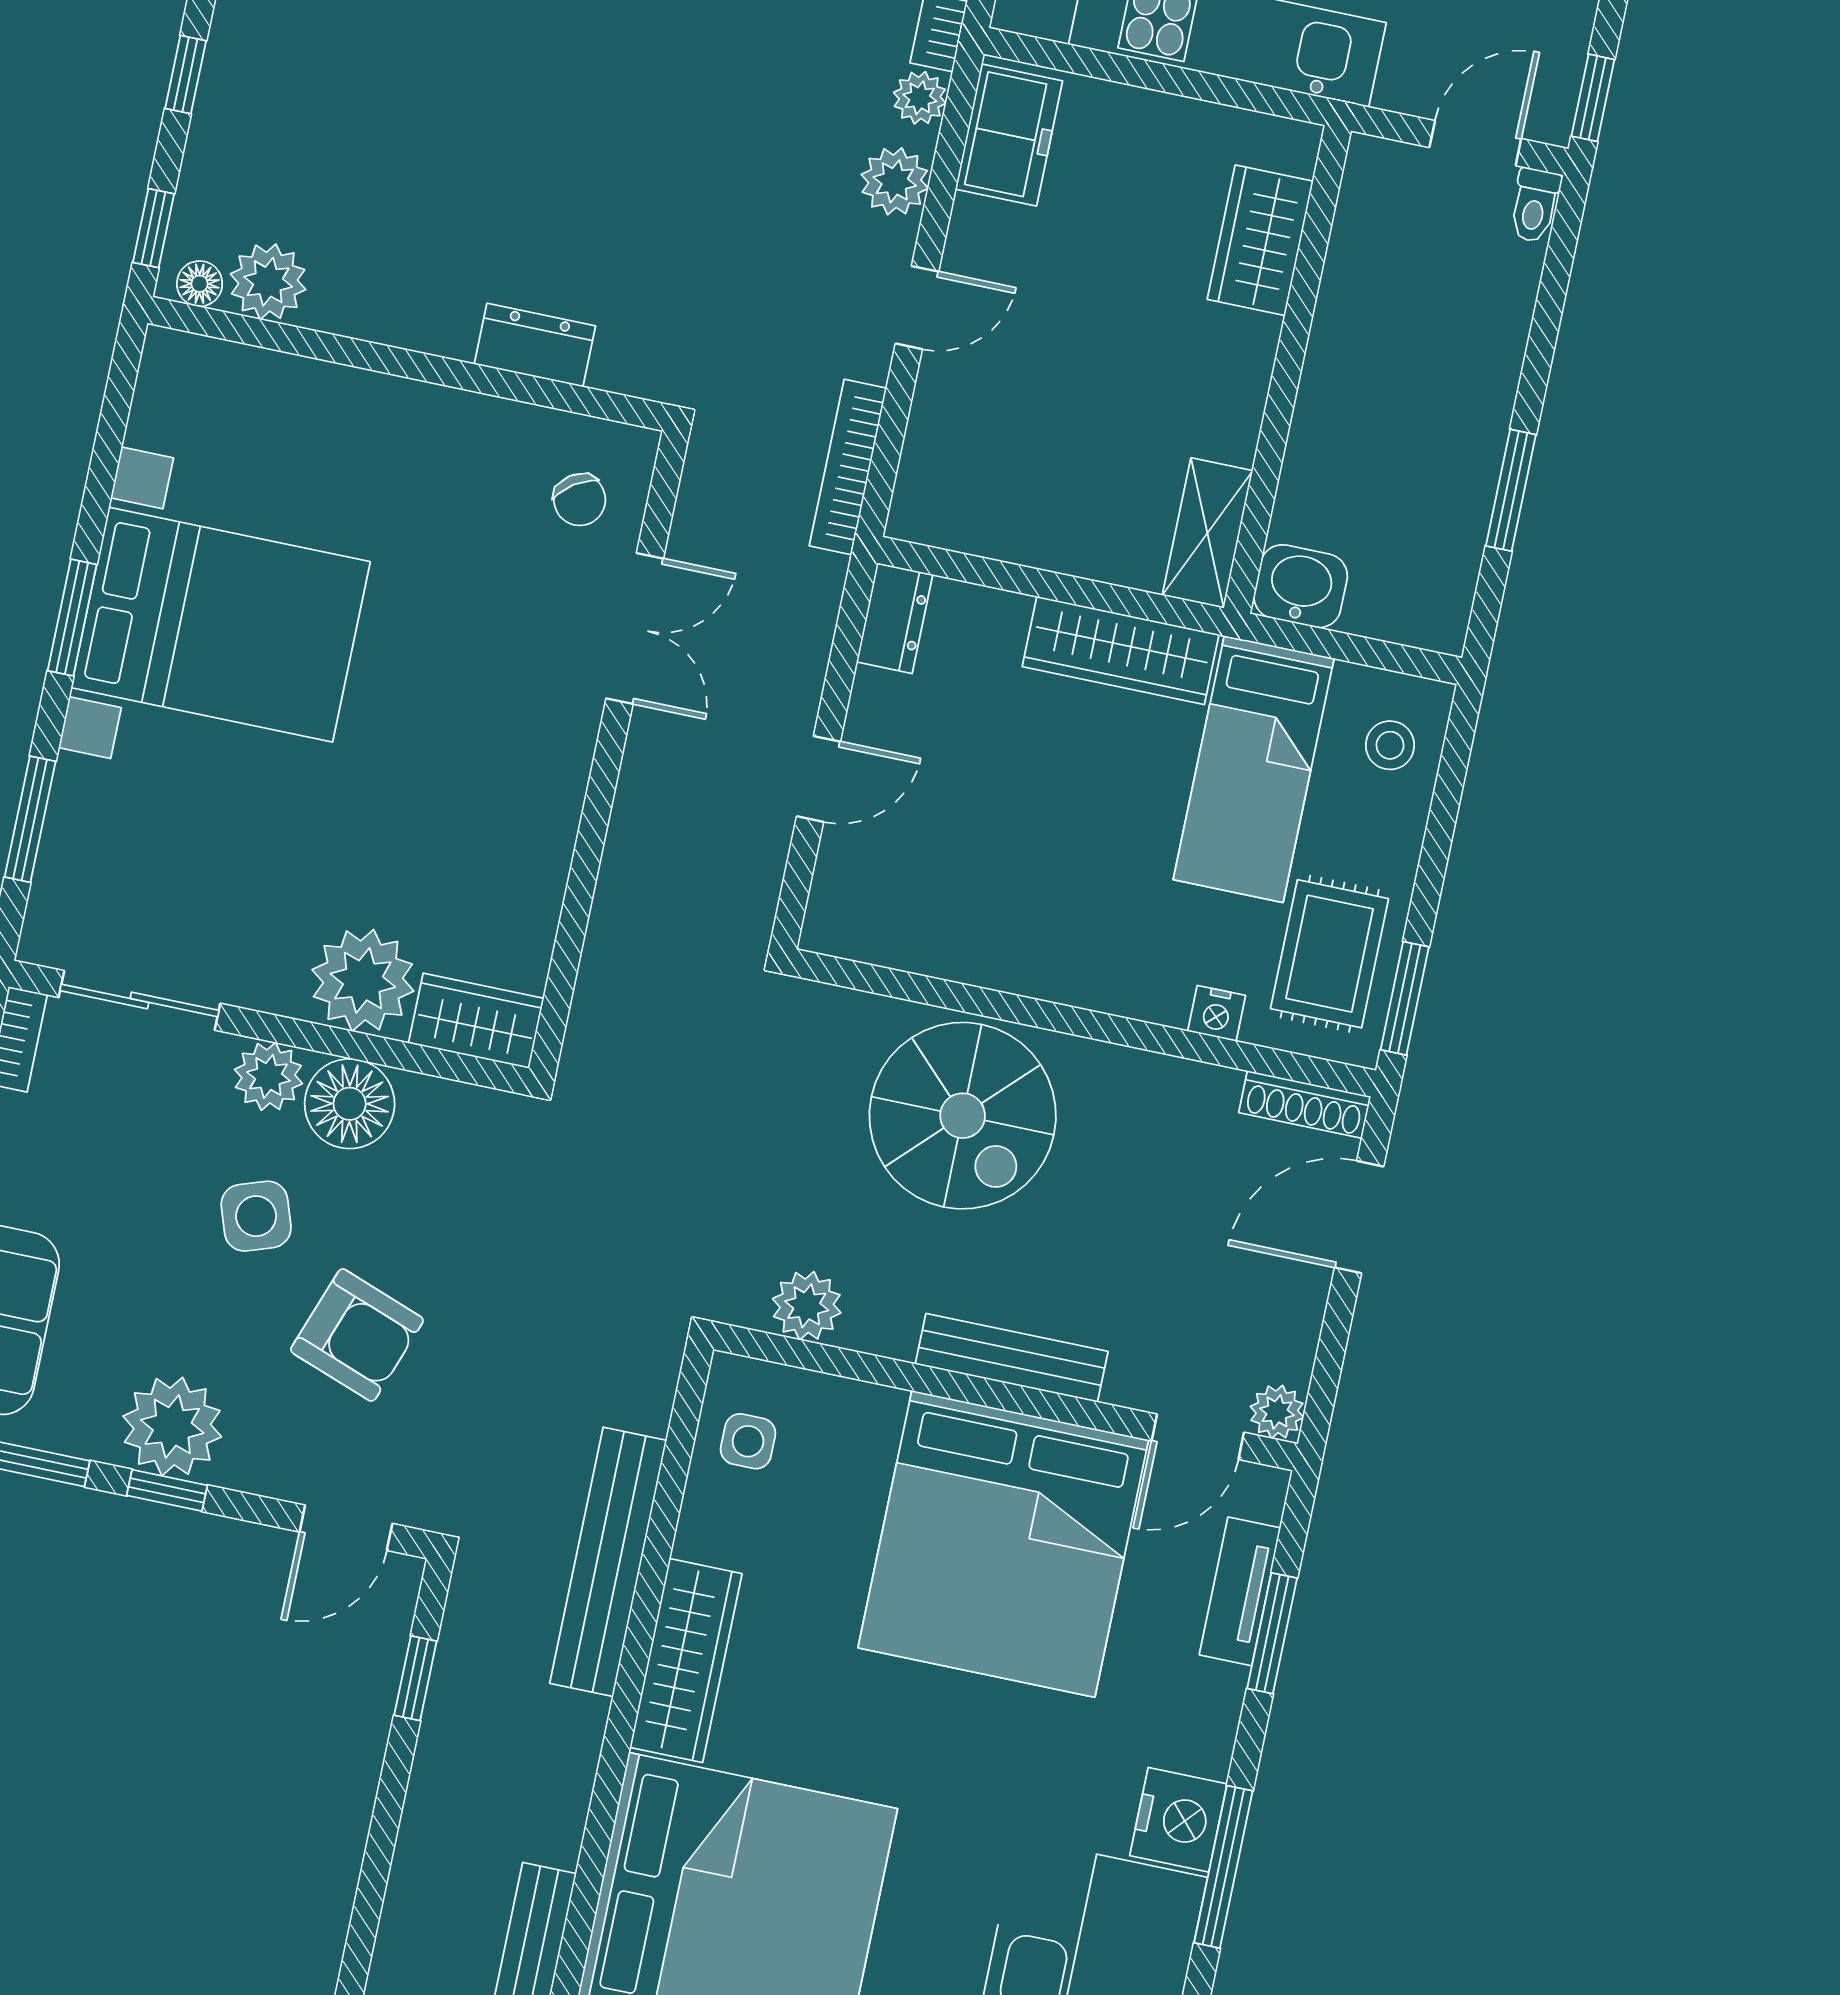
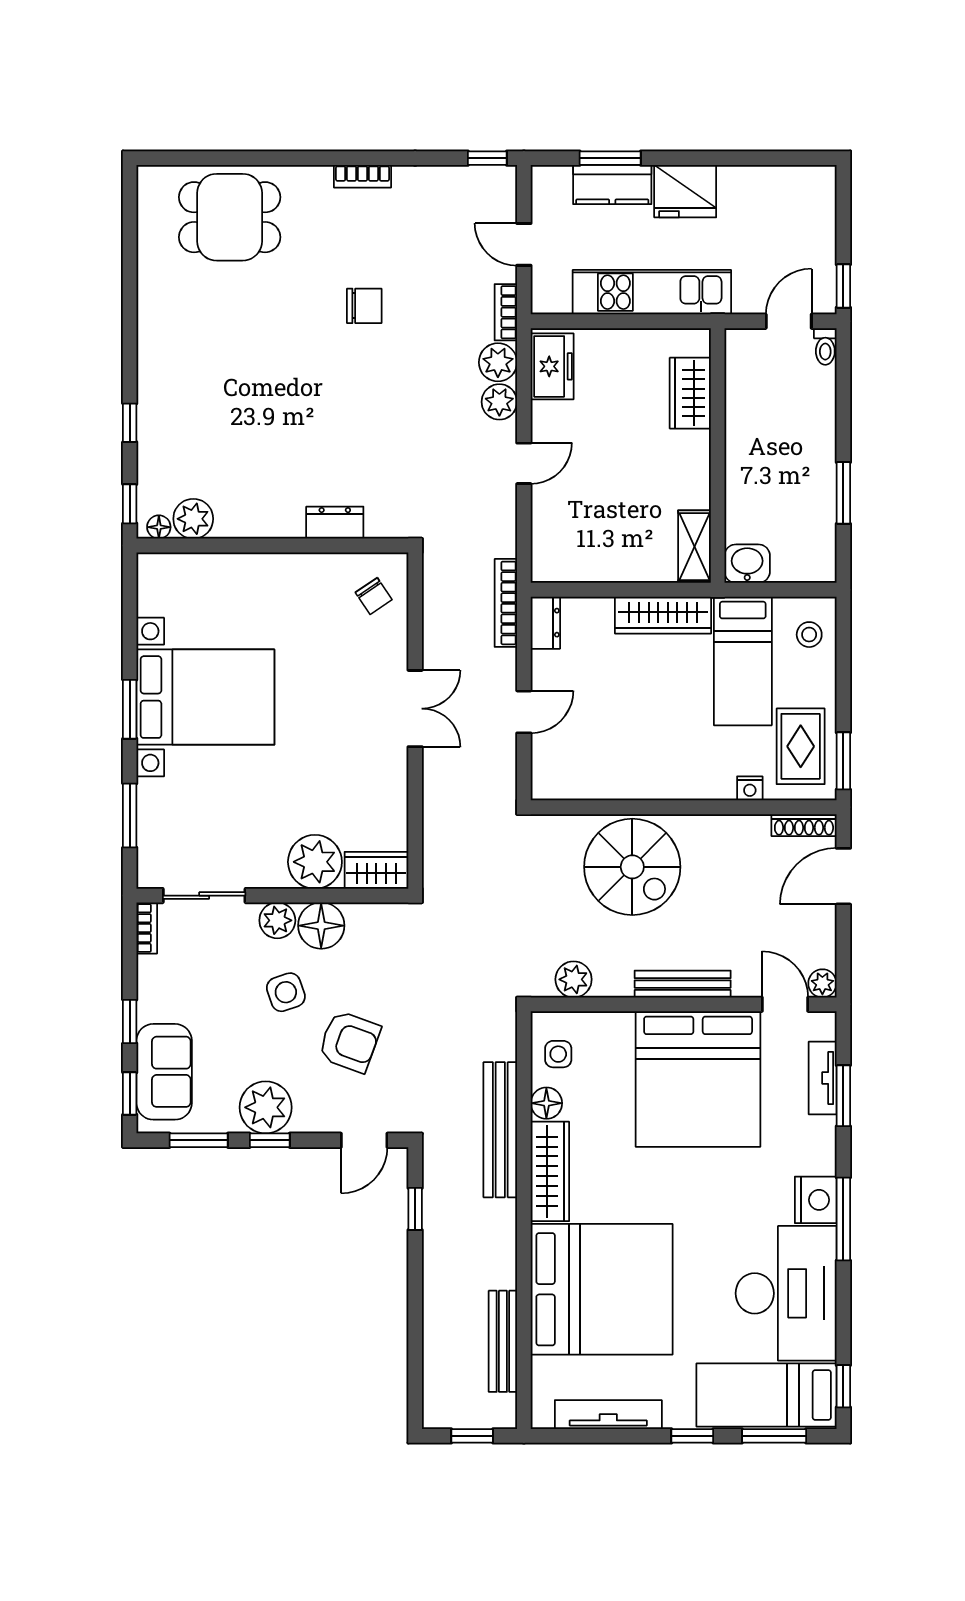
plant: (920, 98) -> (498, 362), width x1.38, depth x1.38
bookcase: (848, 467) -> (506, 603), moved
double door: (635, 629) -> (415, 709), moved
door: (1198, 1437) -> (785, 1004), swing flipped
floor lamp: (706, 1530) -> (546, 1103), added

